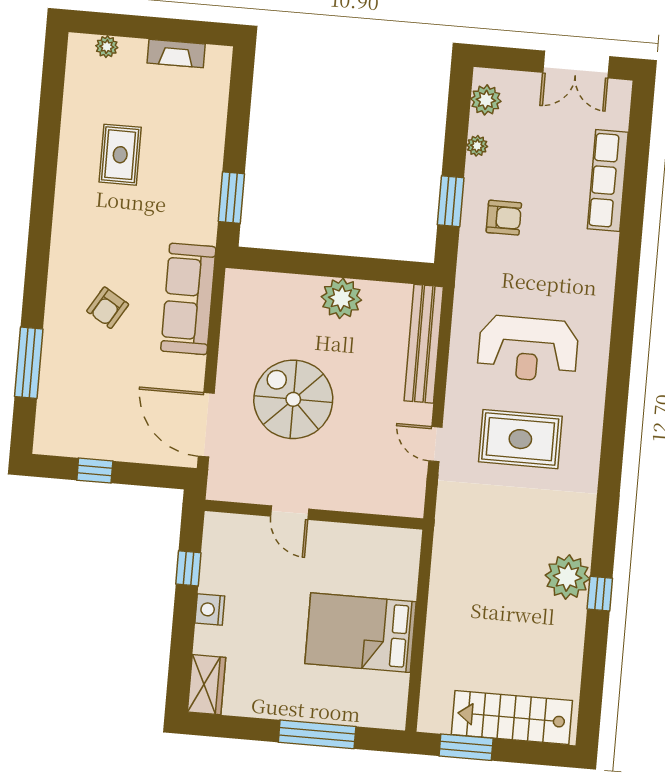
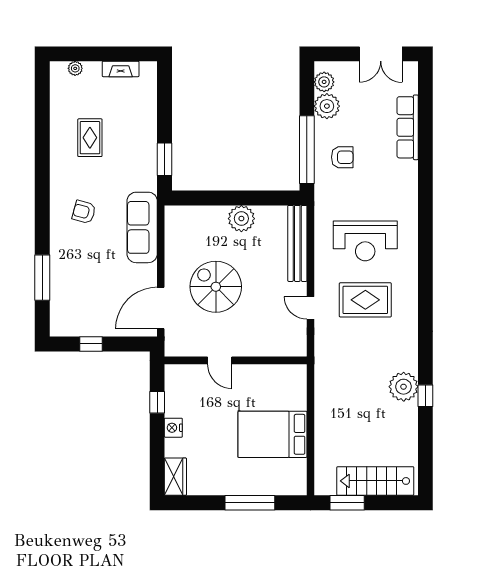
plant: (477, 146) -> (327, 106), width x1.88, depth x1.88
window: (451, 201) -> (307, 150), width x2.11
armchair: (108, 308) -> (84, 212), moved, turned 74
door: (206, 425) -> (161, 308), hinge flipped

